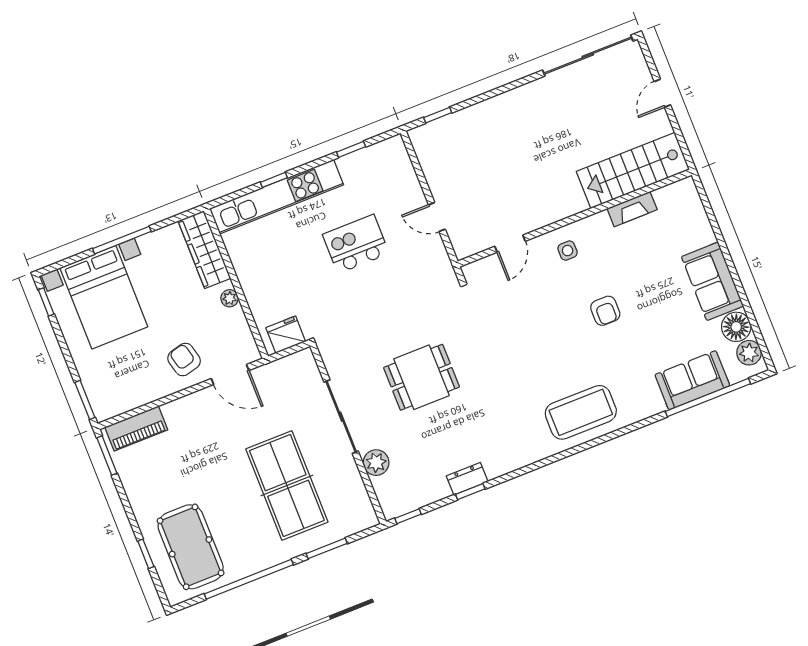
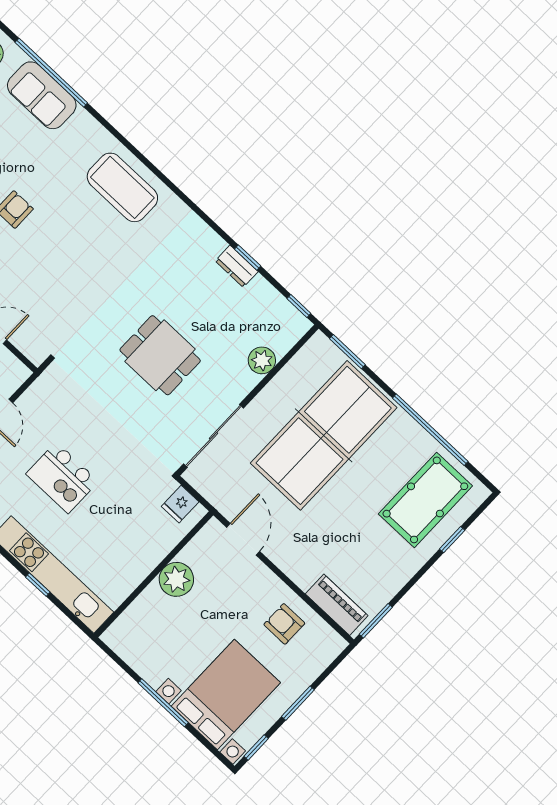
wardrobe: (204, 250) -> (135, 620), removed
plant: (230, 298) -> (176, 579), width x1.87, depth x1.87
fridge: (286, 335) -> (180, 504), width x0.72
armchair: (184, 359) -> (284, 624), moved, turned 104
window: (85, 400) -> (298, 703), moved
sliding door: (341, 417) -> (213, 436), moved
table tennis table: (287, 485) -> (324, 435), width x1.36, depth x1.32
window: (327, 548) -> (347, 352), moved

